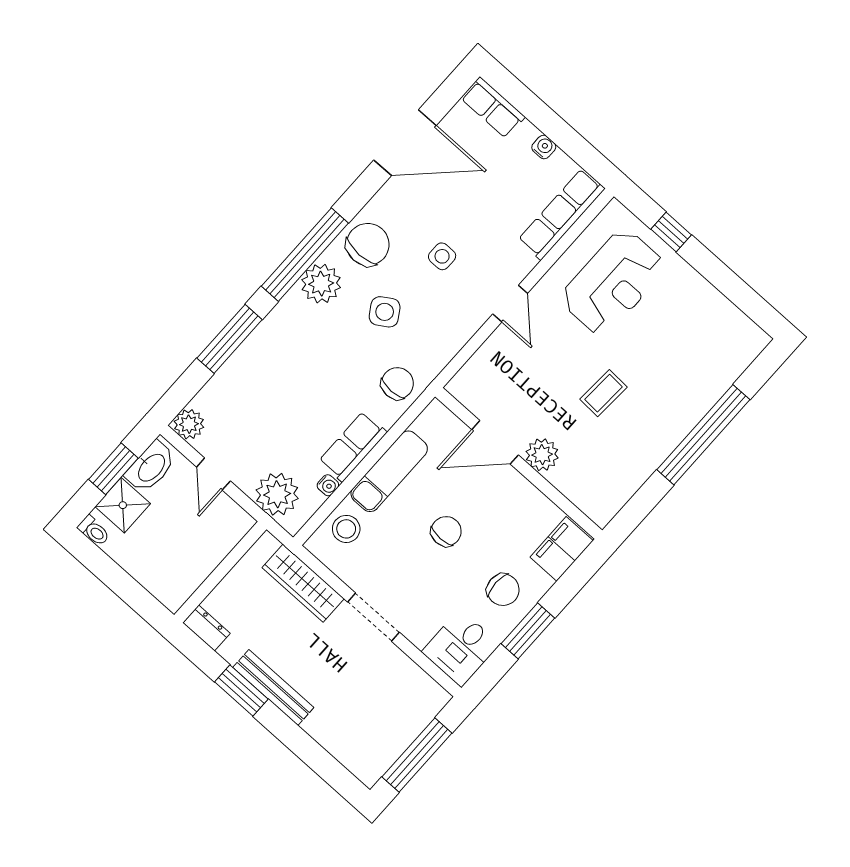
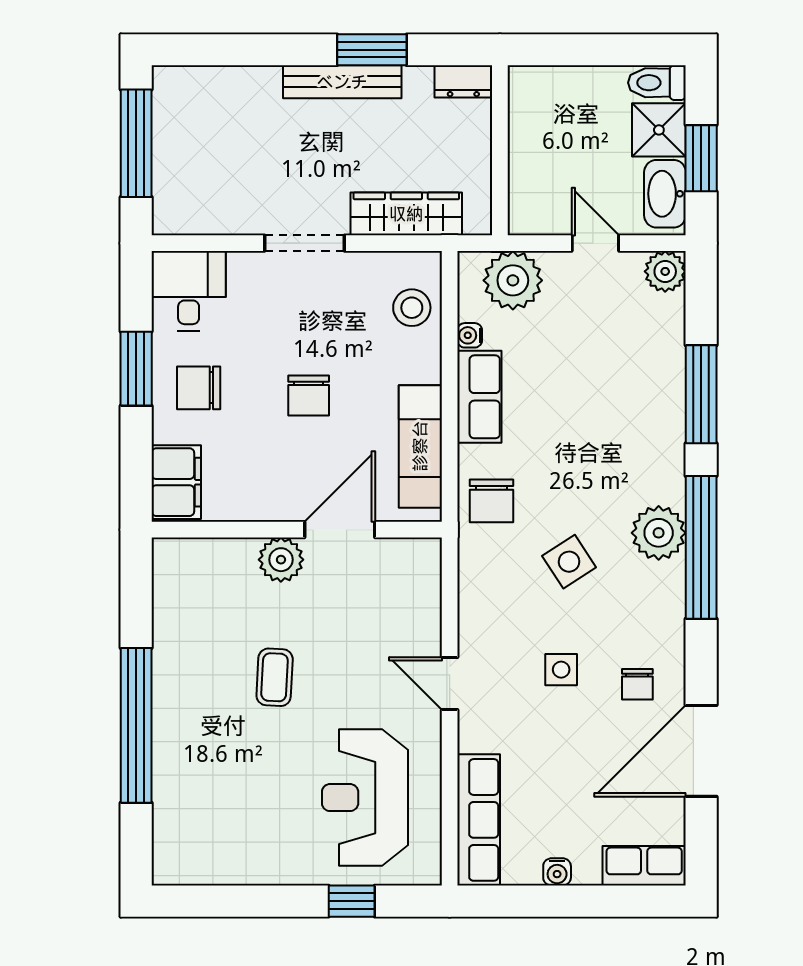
chair: (368, 244) -> (637, 684), moved, width x0.54, depth x0.54
exam couch: (389, 471) -> (420, 446), moved
toilet: (94, 531) -> (657, 83), width x1.37, depth x1.39

